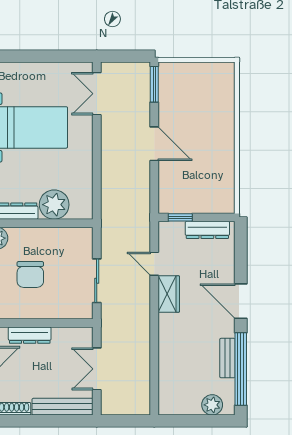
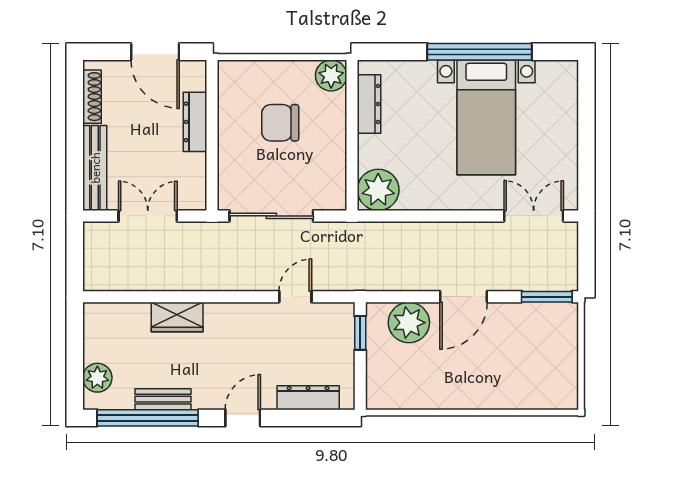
plant: (173, 183) -> (409, 323), added
plant: (54, 205) -> (378, 190), moved
dresser: (207, 230) -> (308, 398), moved, turned 90
sliding door: (97, 281) -> (271, 216), width x1.37
wardrobe: (169, 294) -> (177, 317), moved
door: (241, 301) -> (243, 418), width x0.73

